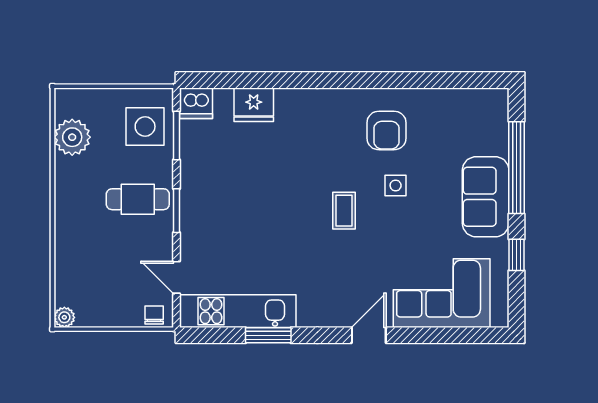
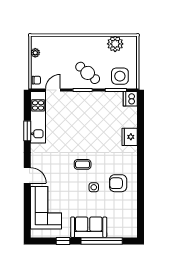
fridge: (254, 105) -> (130, 137), moved
cafe table: (138, 199) -> (88, 73), turned -50
plant: (64, 317) -> (35, 53), moved

